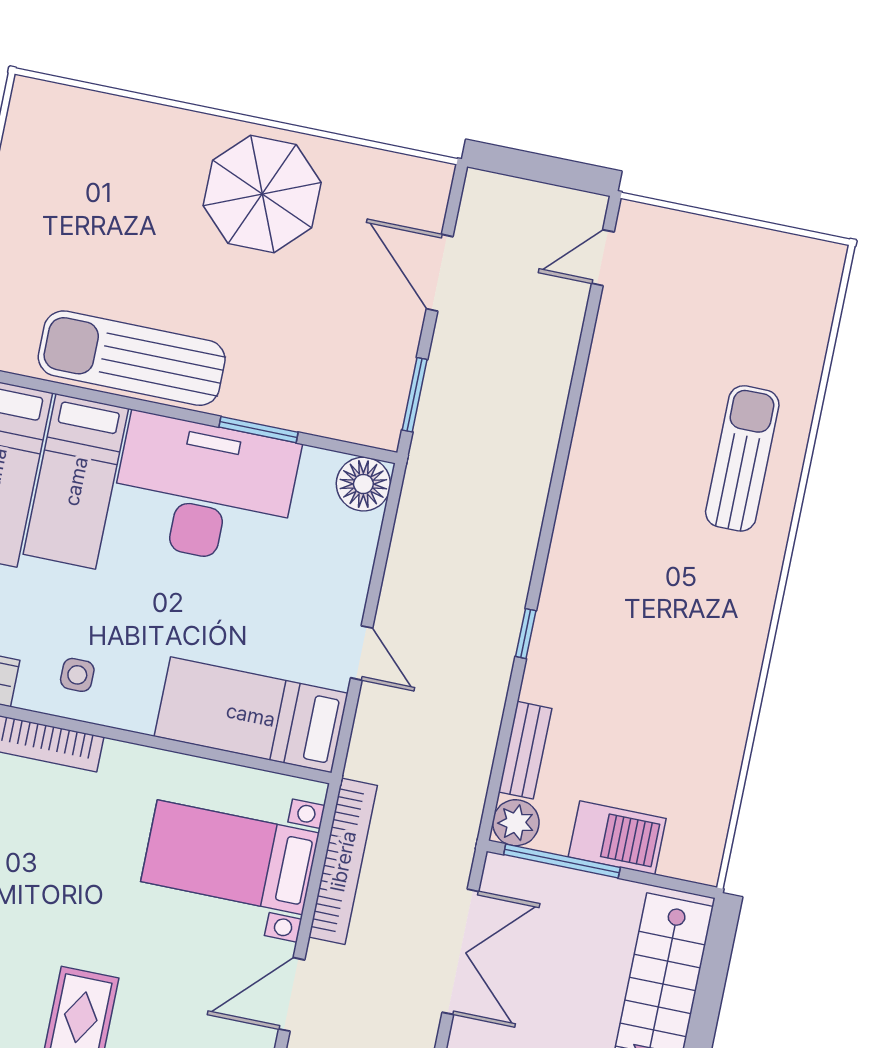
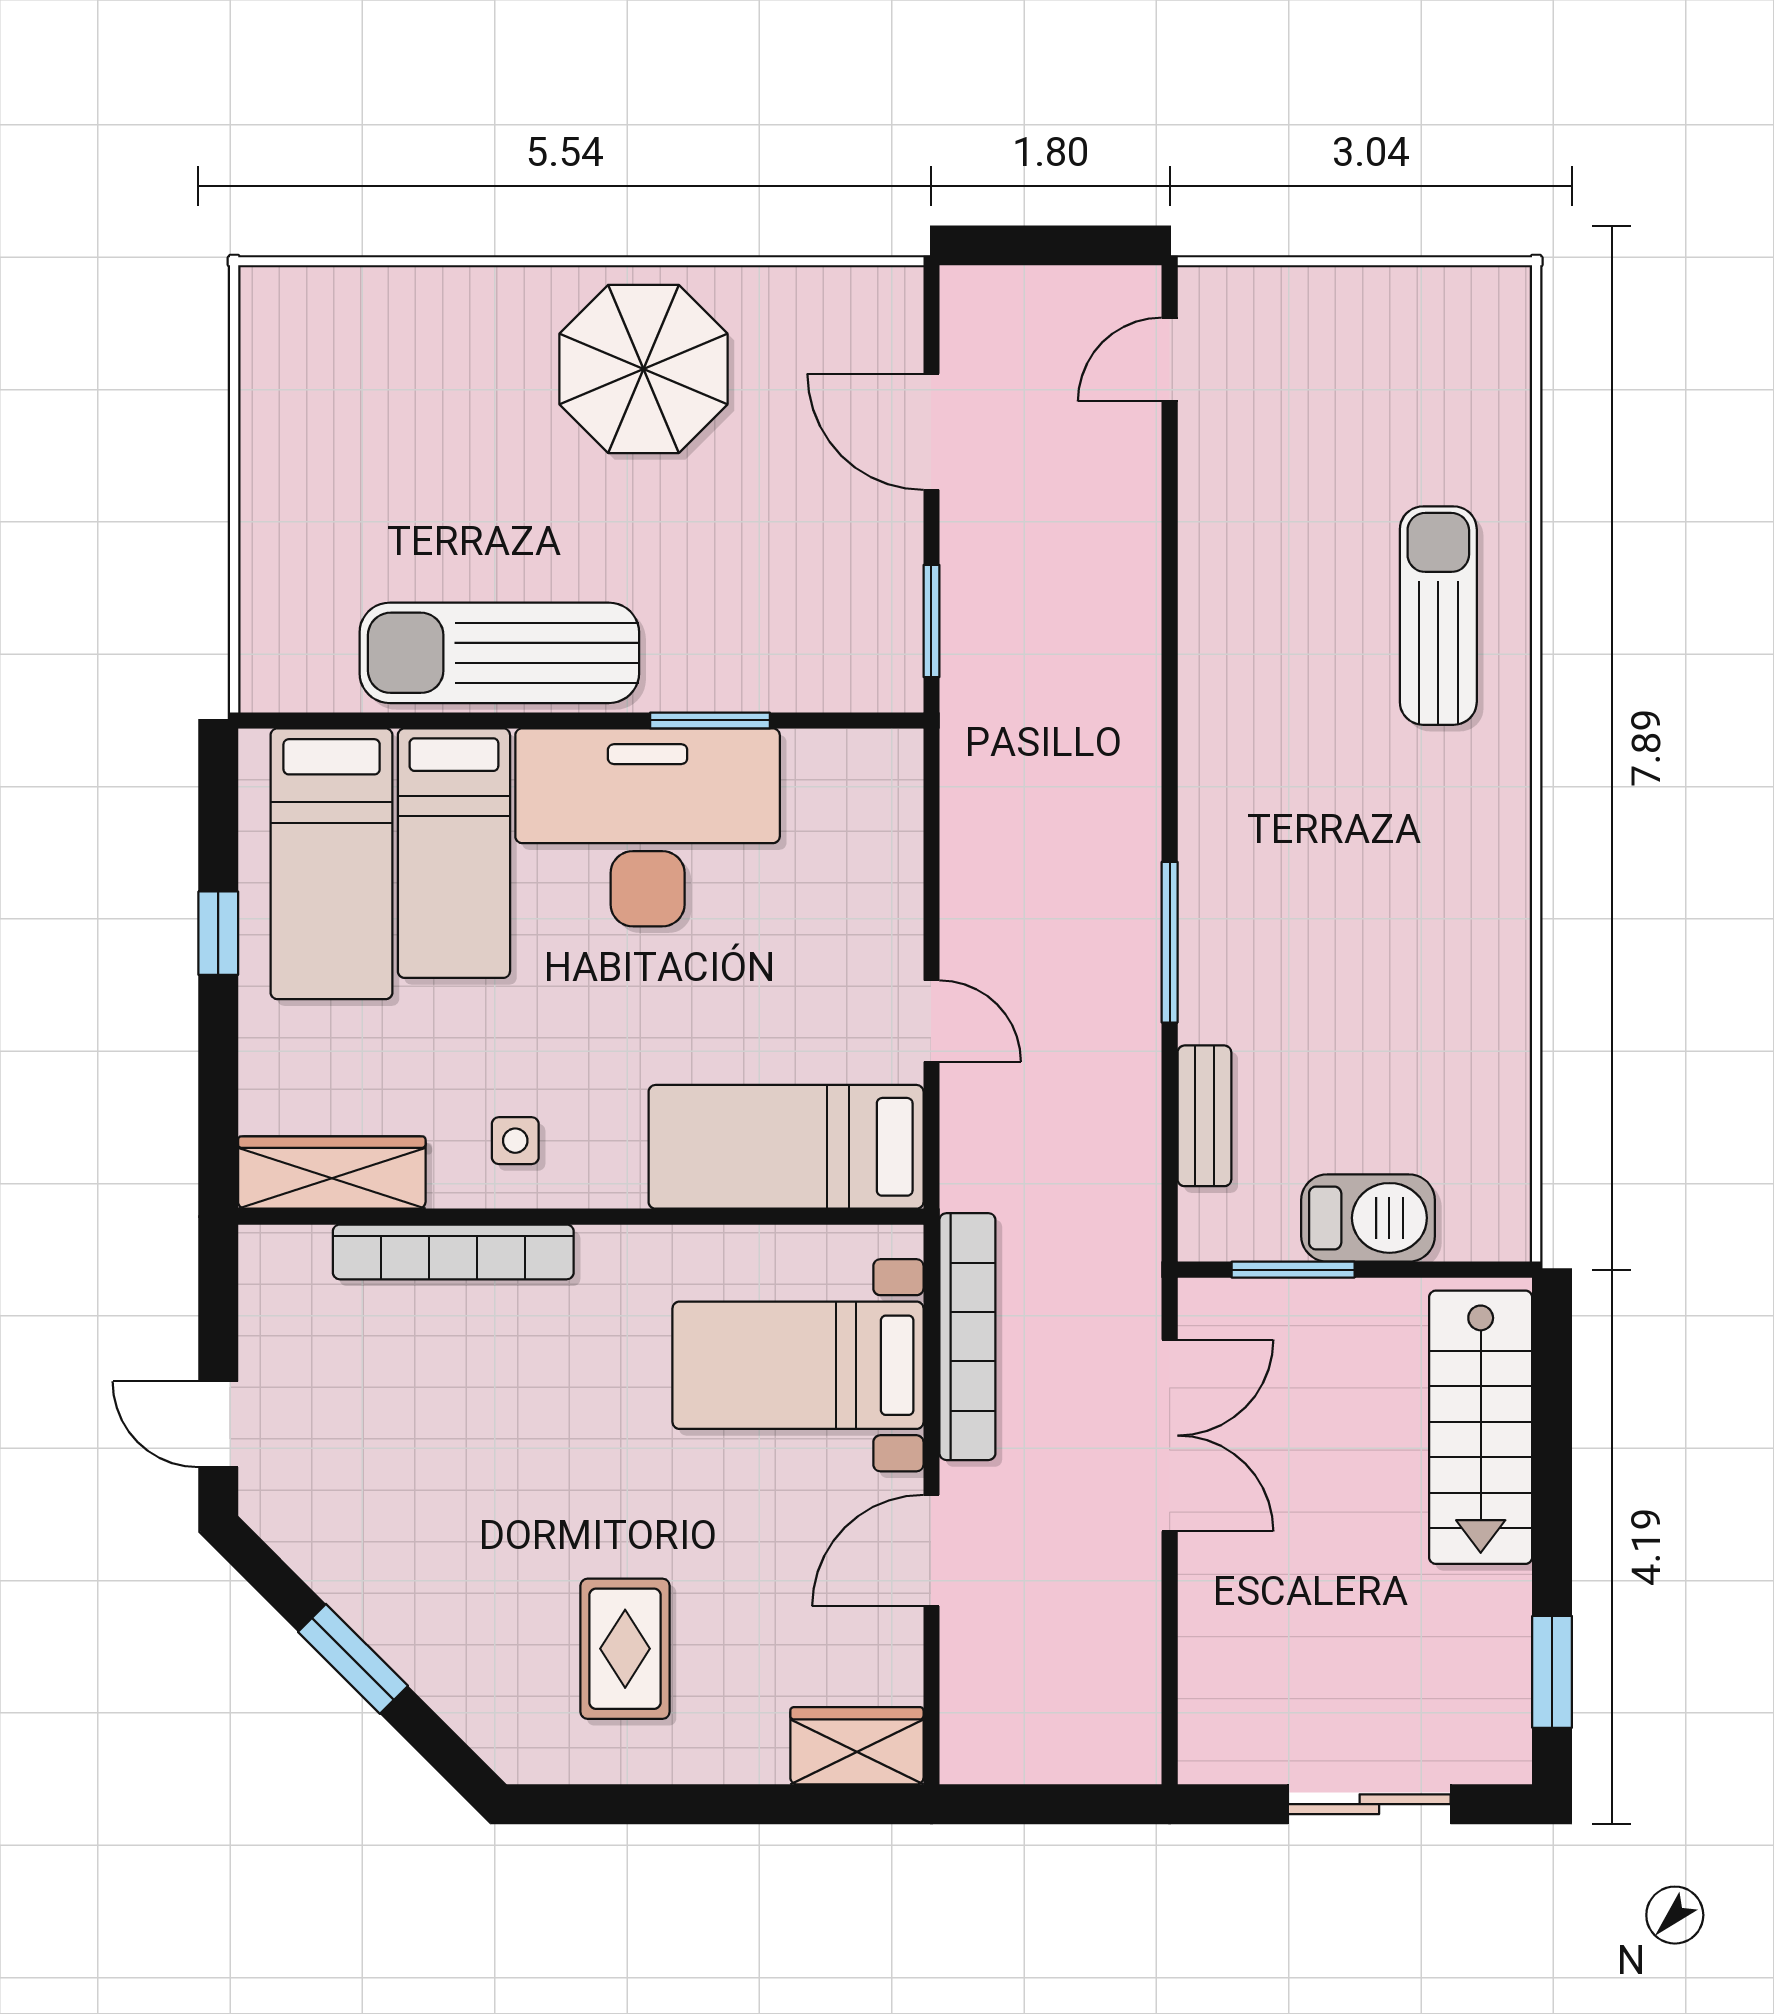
floor lamp: (363, 484) -> (883, 769), removed
window: (526, 634) -> (1170, 942), width x2.17
plant: (516, 823) -> (1213, 1227), removed
window: (562, 861) -> (1293, 1270), width x0.69

